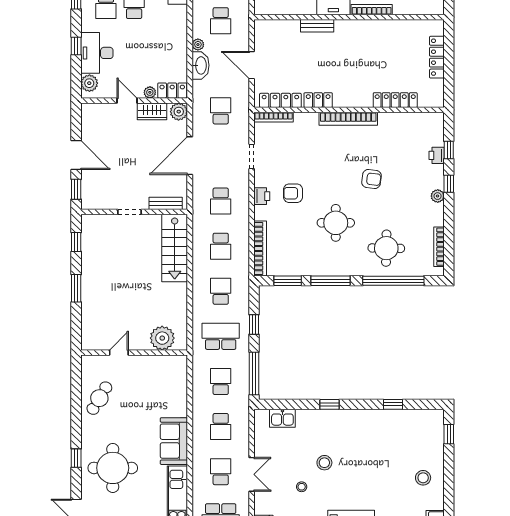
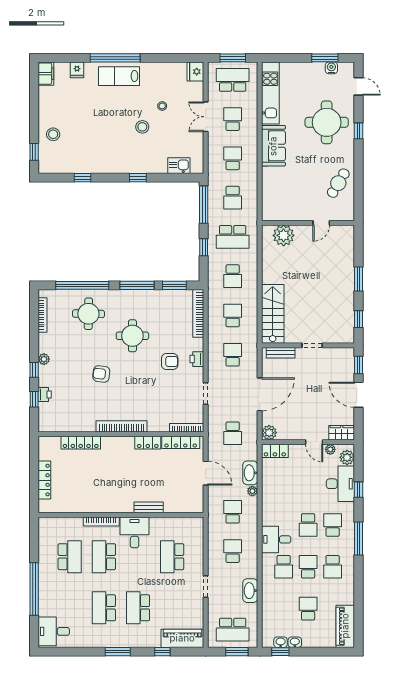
plant: (150, 92) -> (330, 449), moved
wardrobe: (152, 111) -> (342, 433), moved
school desk: (221, 472) -> (233, 119), turned 180
stool: (423, 478) -> (53, 134), moved

